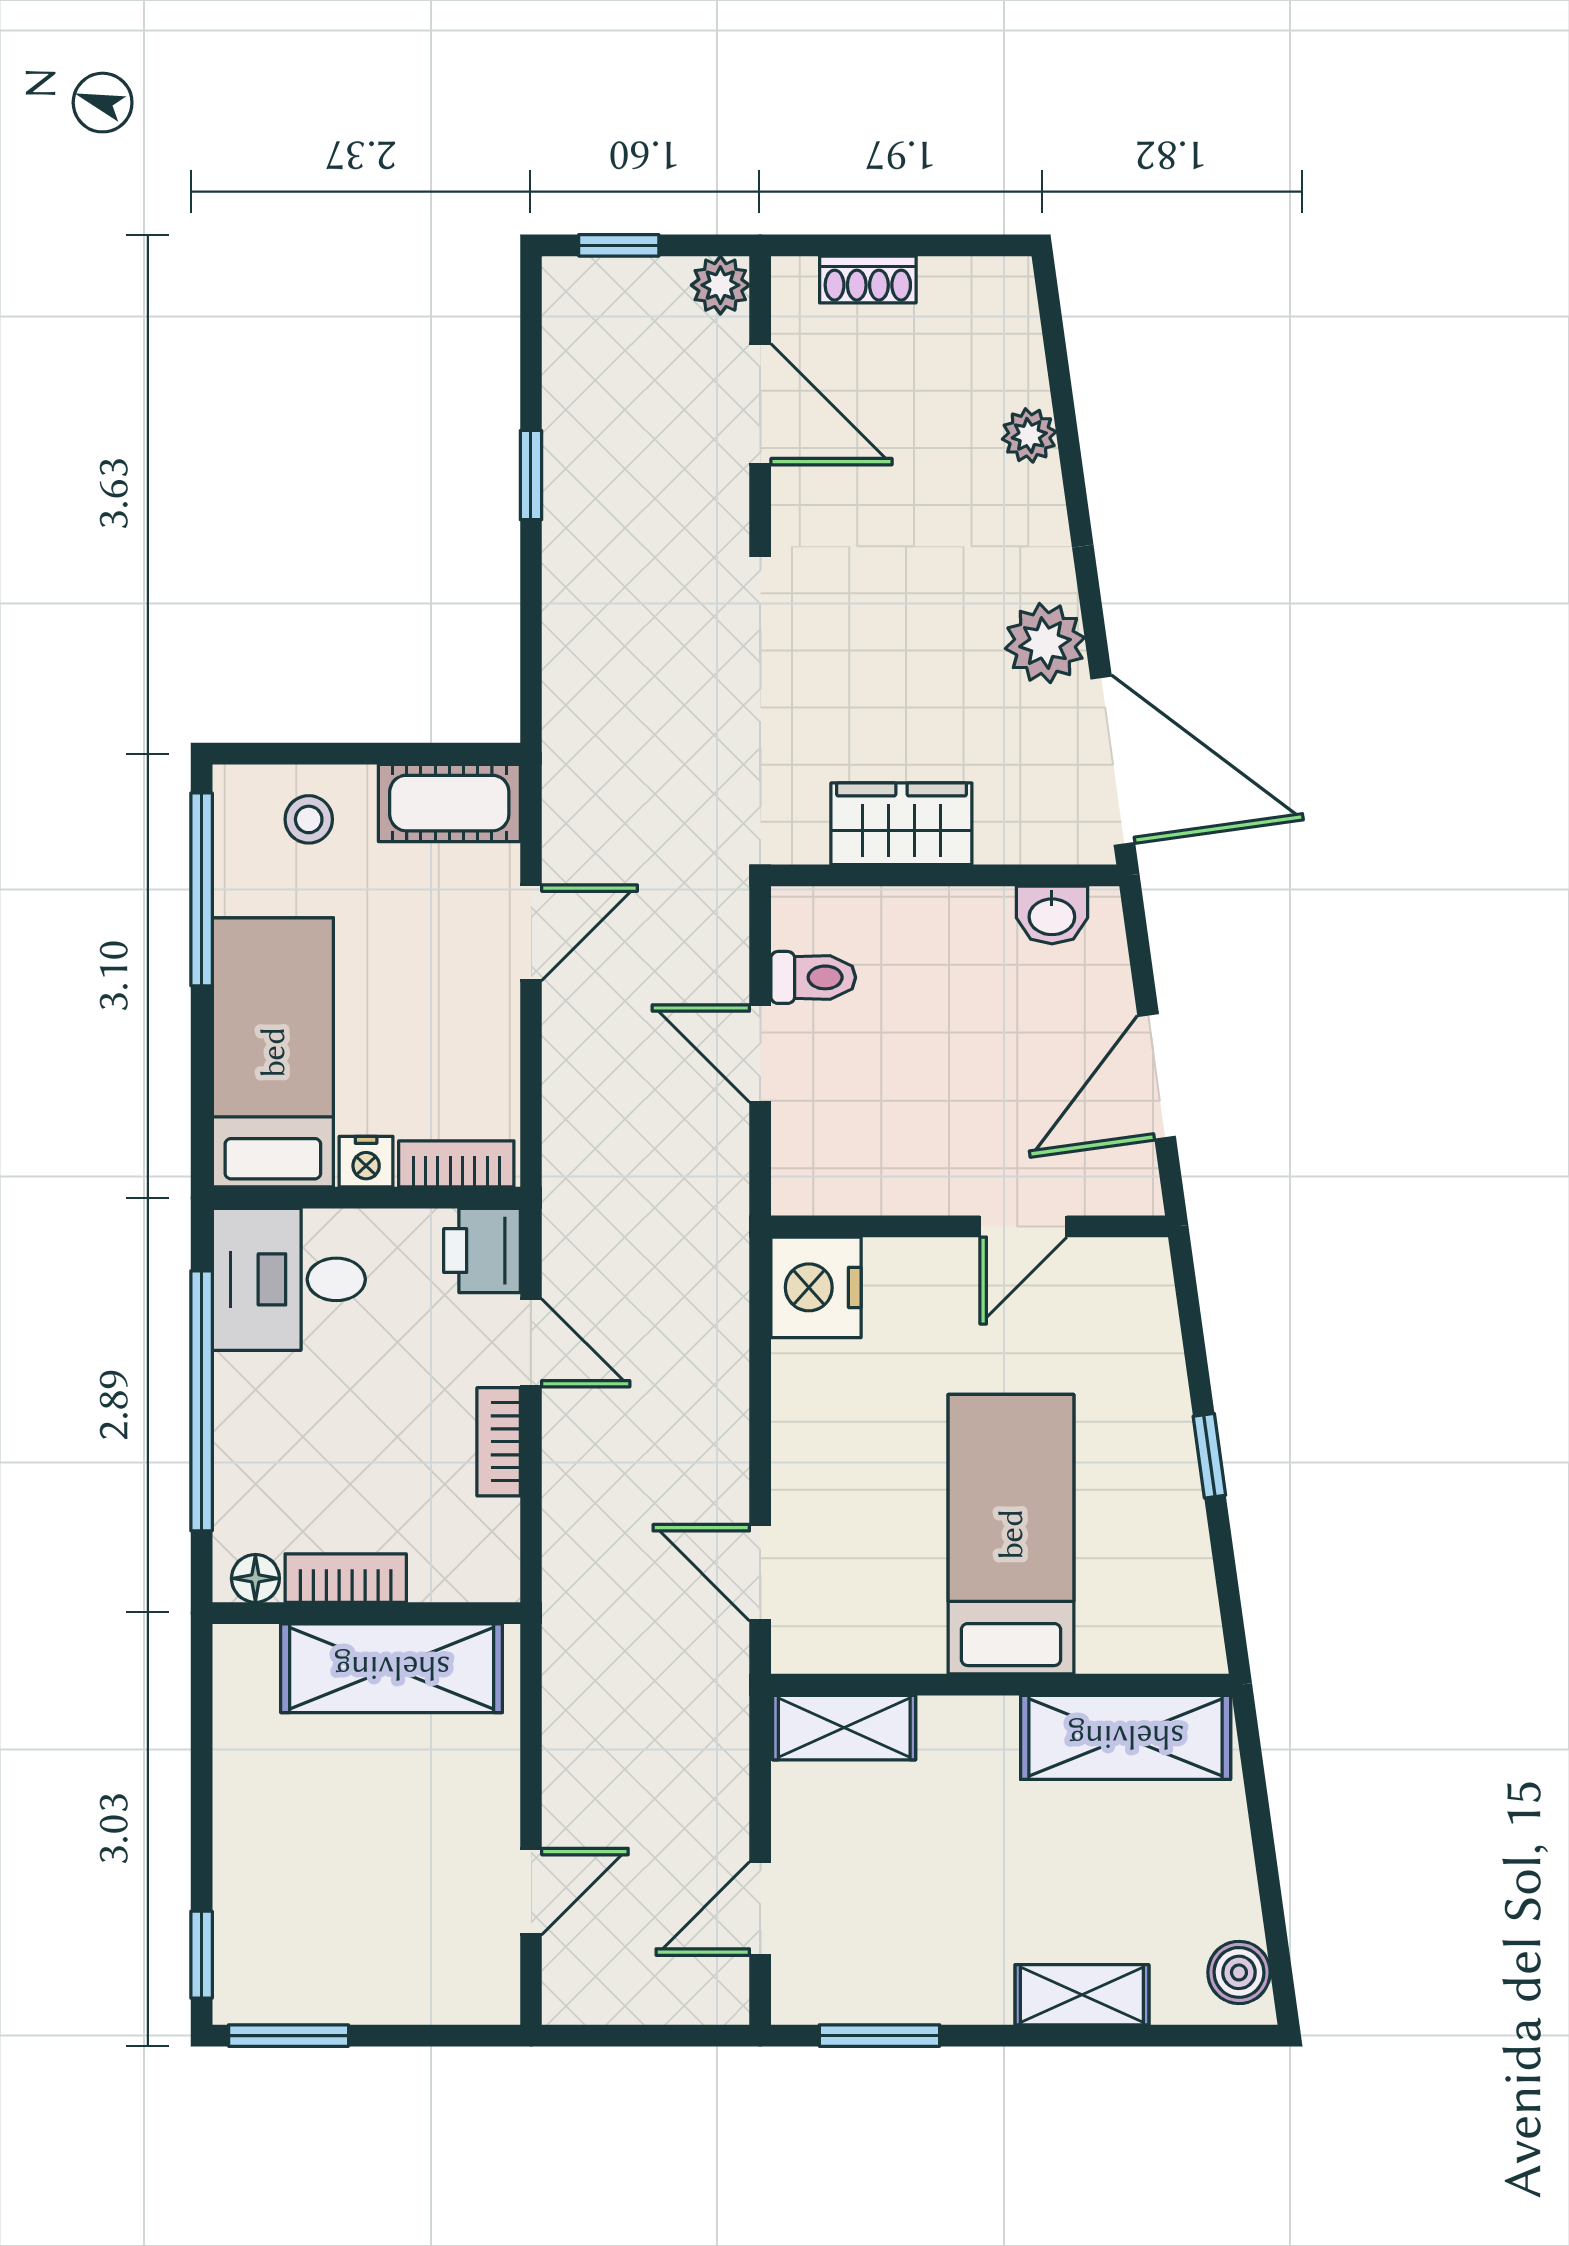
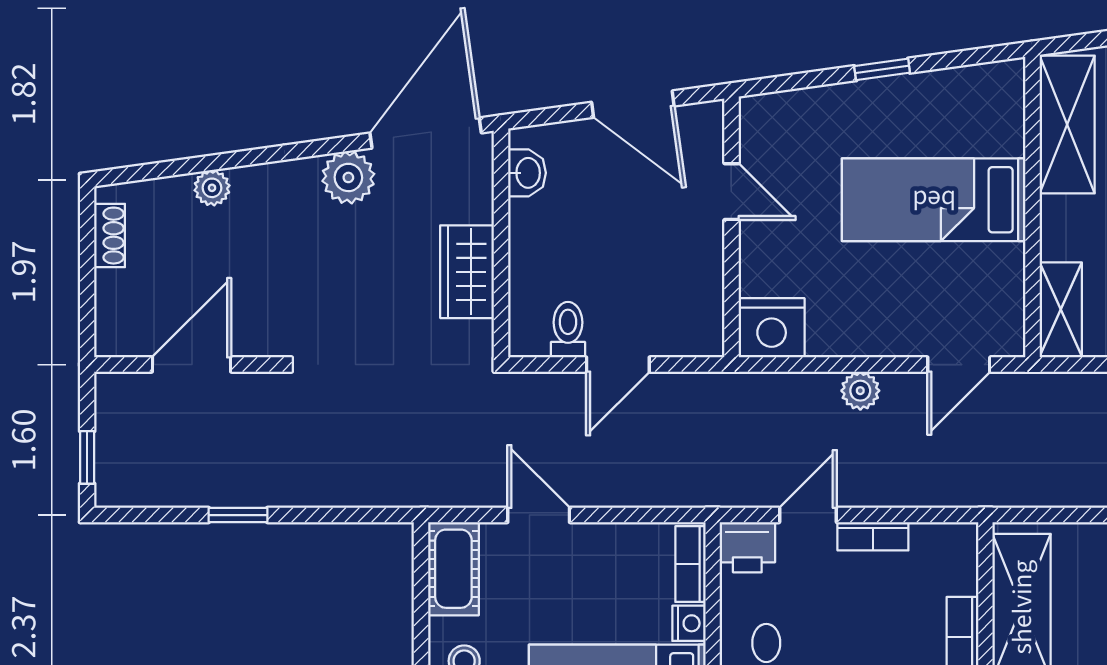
shoe rack: (868, 279) -> (110, 236), moved
plant: (720, 285) -> (860, 391), moved

